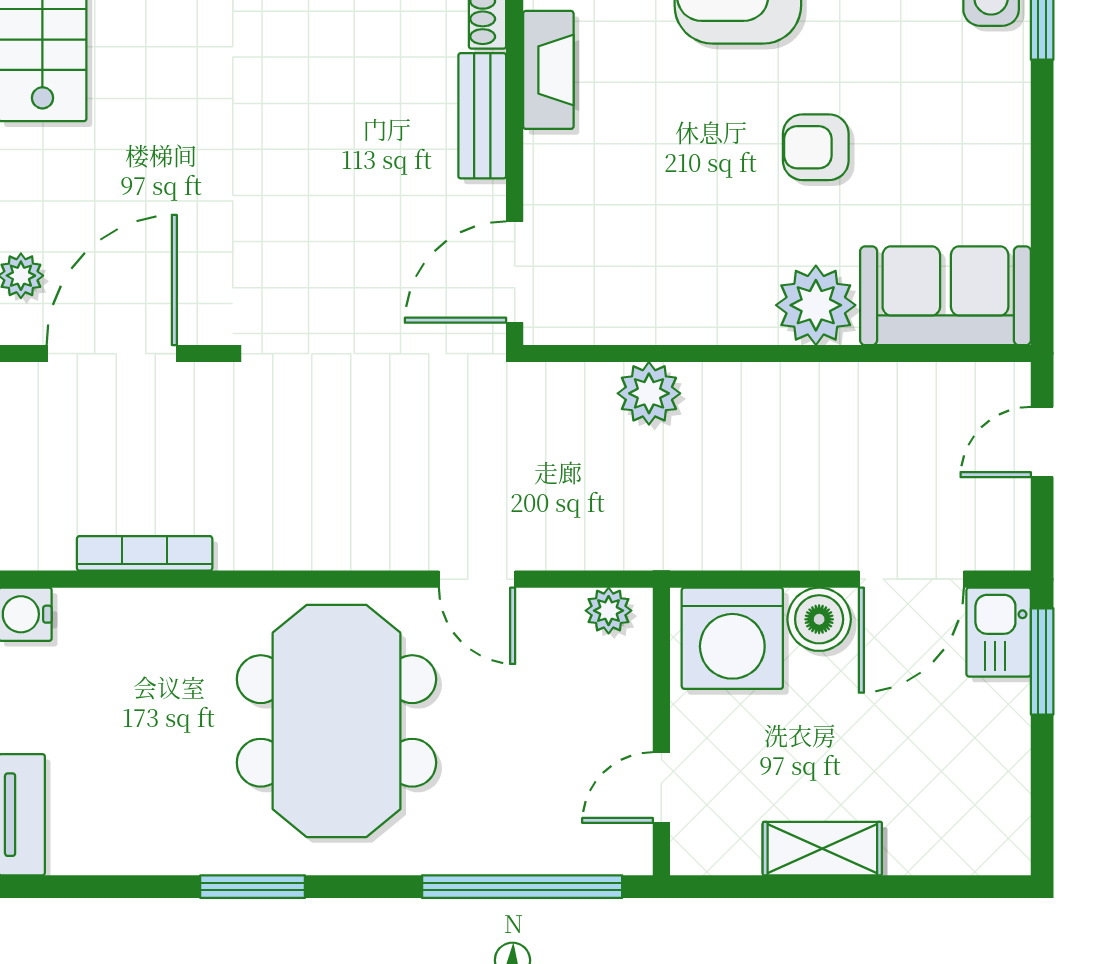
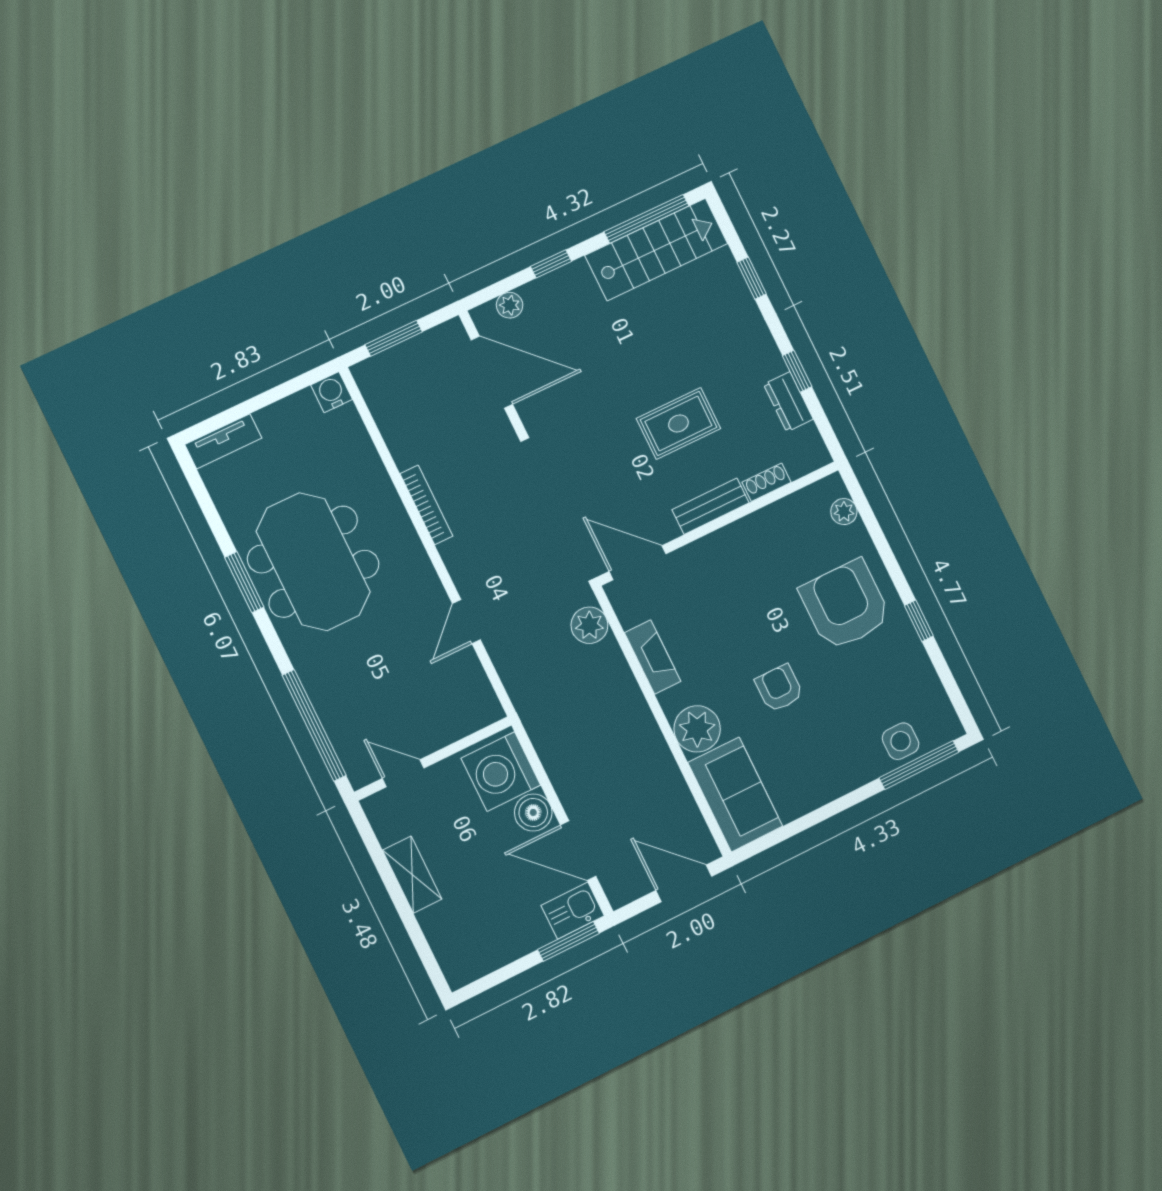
fireplace: (548, 70) -> (653, 657), moved, turned -90
rug: (330, 103) -> (678, 423), added
plant: (649, 393) -> (589, 625), moved
door: (1042, 442) -> (684, 883), width x1.37
bookcase: (145, 553) -> (426, 505), moved
plant: (609, 611) -> (484, 699), removed
meeting table: (336, 721) -> (313, 562), moved, turned 90

